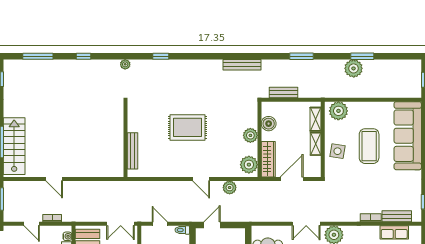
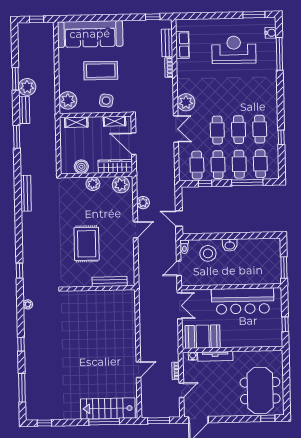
bench: (283, 92) -> (24, 110), moved
wall: (126, 139) -> (99, 288), moved
shelving: (316, 144) -> (114, 121), moved
bench: (133, 151) -> (110, 282), moved

